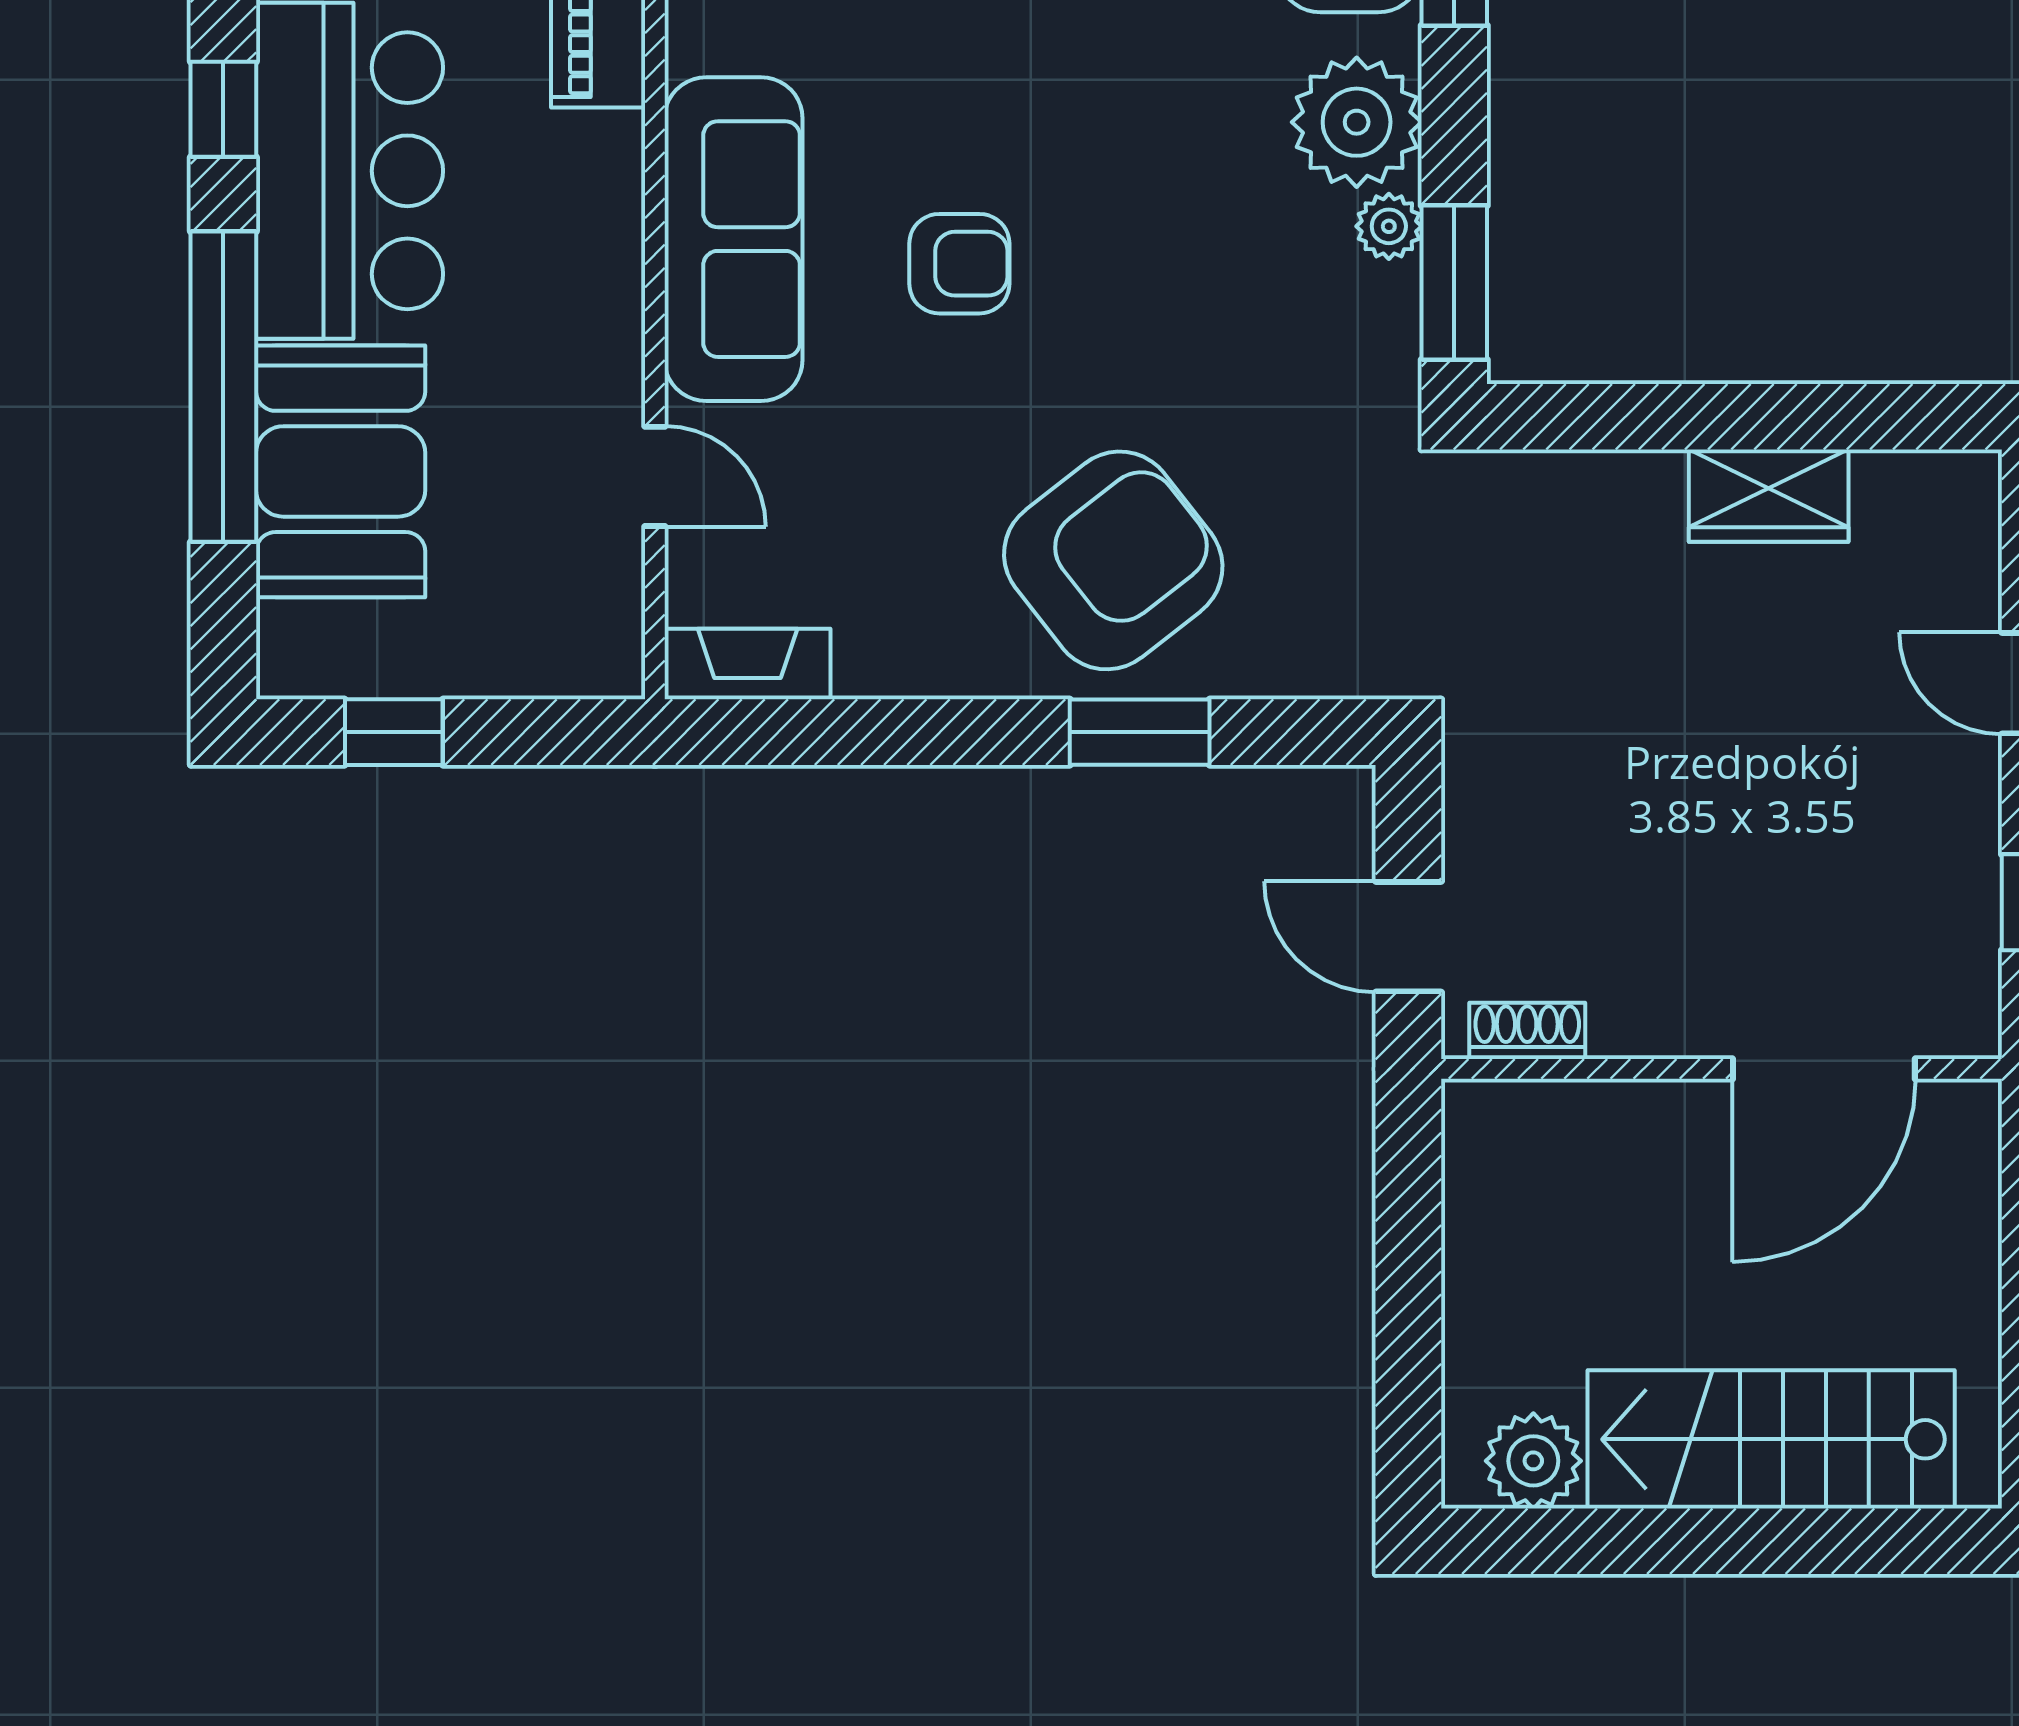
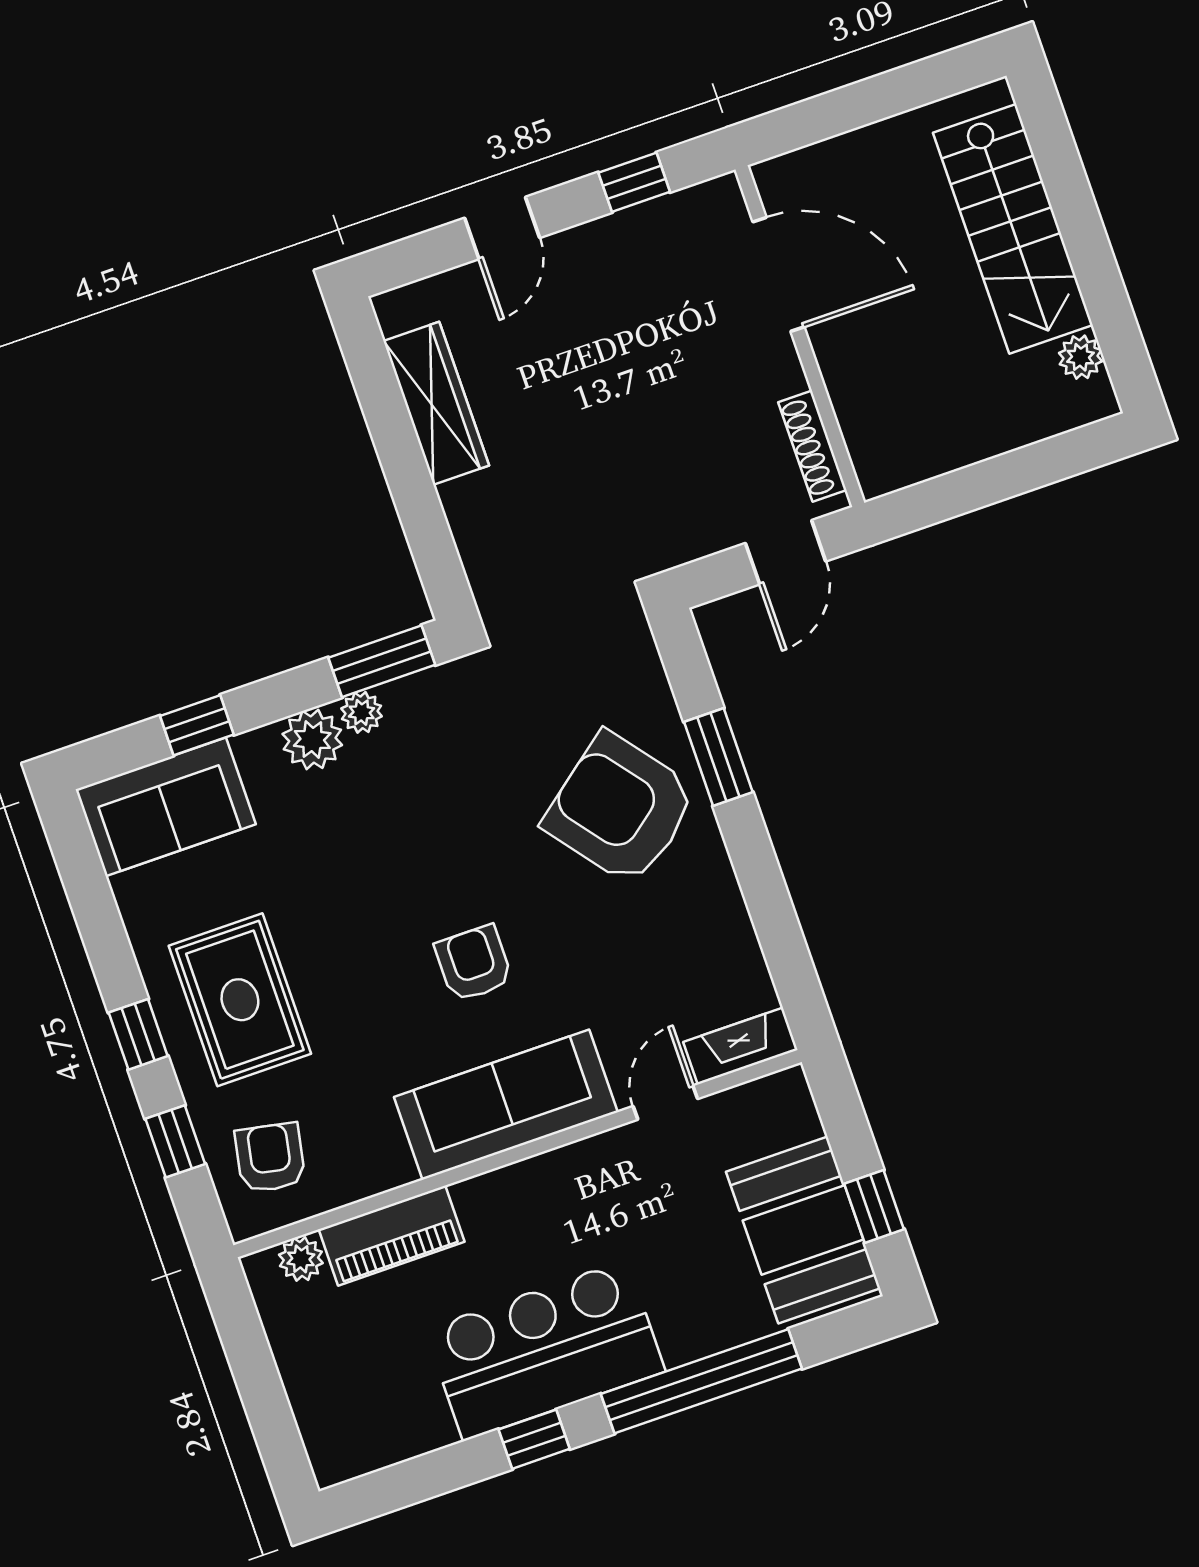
plant: (1357, 122) -> (312, 740), width x0.73, depth x0.73
booth: (341, 471) -> (803, 1230), moved, turned 90
wardrobe: (1769, 496) -> (436, 403), width x1.50
fireplace: (748, 664) -> (740, 1046), moved, turned 90
shoe rack: (1527, 1031) -> (812, 446), width x1.43
plant: (1533, 1461) -> (1080, 357), width x0.73, depth x0.73

